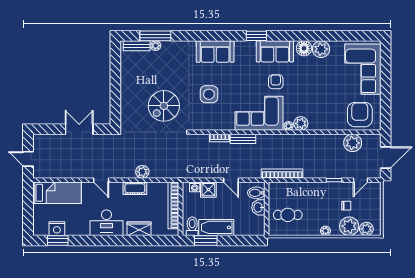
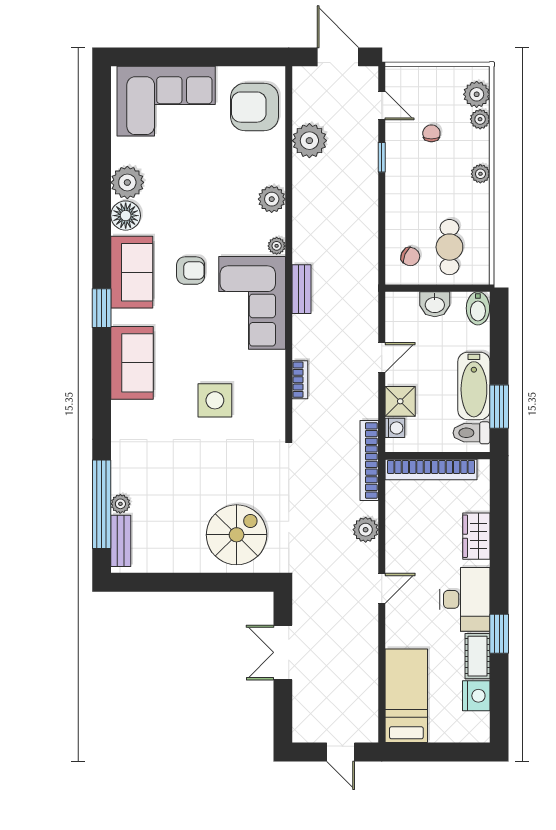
window: (155, 36) -> (102, 504), width x1.46
sofa: (215, 52) -> (132, 363), moved
armchair: (276, 82) -> (191, 271), turned 180
spiral stairs: (164, 106) -> (237, 535), moved, turned -90
plant: (301, 123) -> (272, 199), moved
bench: (243, 139) -> (302, 289), moved
plant: (353, 143) -> (309, 141), moved
door: (28, 159) -> (341, 752), hinge flipped
bookcase: (282, 174) -> (369, 461), moved
door: (101, 180) -> (382, 588), moved
cot: (135, 188) -> (477, 656), moved
bidet: (256, 193) -> (478, 308), moved
chair: (283, 195) -> (410, 257), added
plant: (349, 226) -> (480, 119), width x0.53, depth x0.53
window: (58, 240) -> (499, 634), moved

